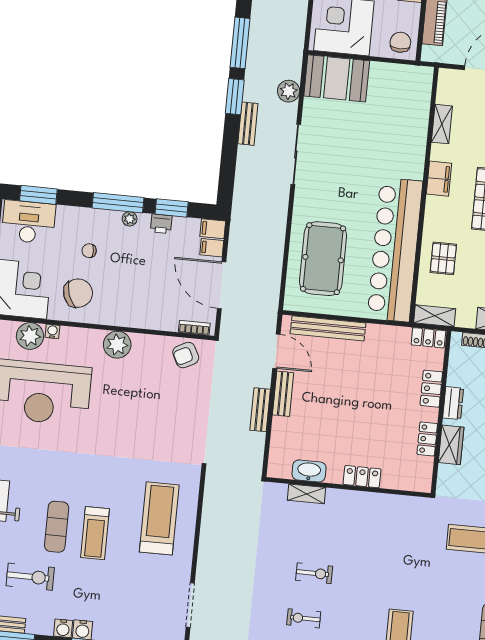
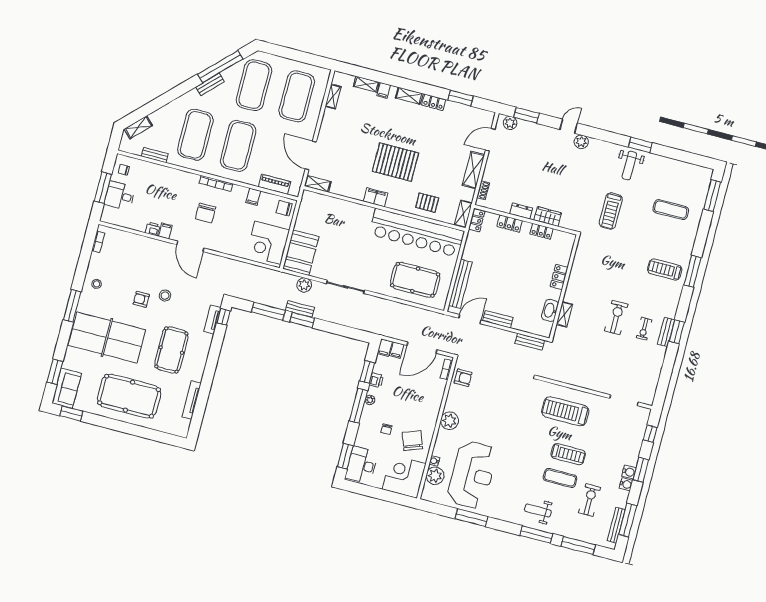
bench: (248, 124) -> (300, 309), moved
shelving: (442, 124) -> (318, 184), moved
armchair: (186, 355) -> (463, 378), turned -63
bench: (260, 410) -> (530, 342), moved
exercise bike: (314, 573) -> (616, 317), width x1.38, depth x1.39

